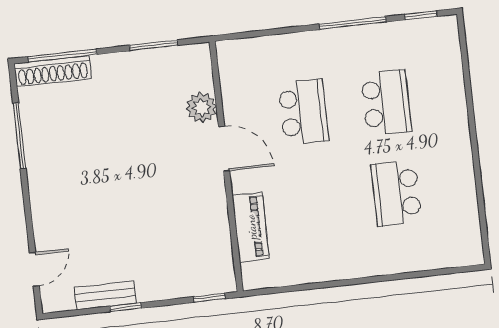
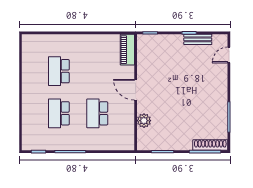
door: (224, 149) -> (136, 90), moved
school desk: (396, 193) -> (59, 71), turned 180
piano: (251, 227) -> (127, 50), moved

